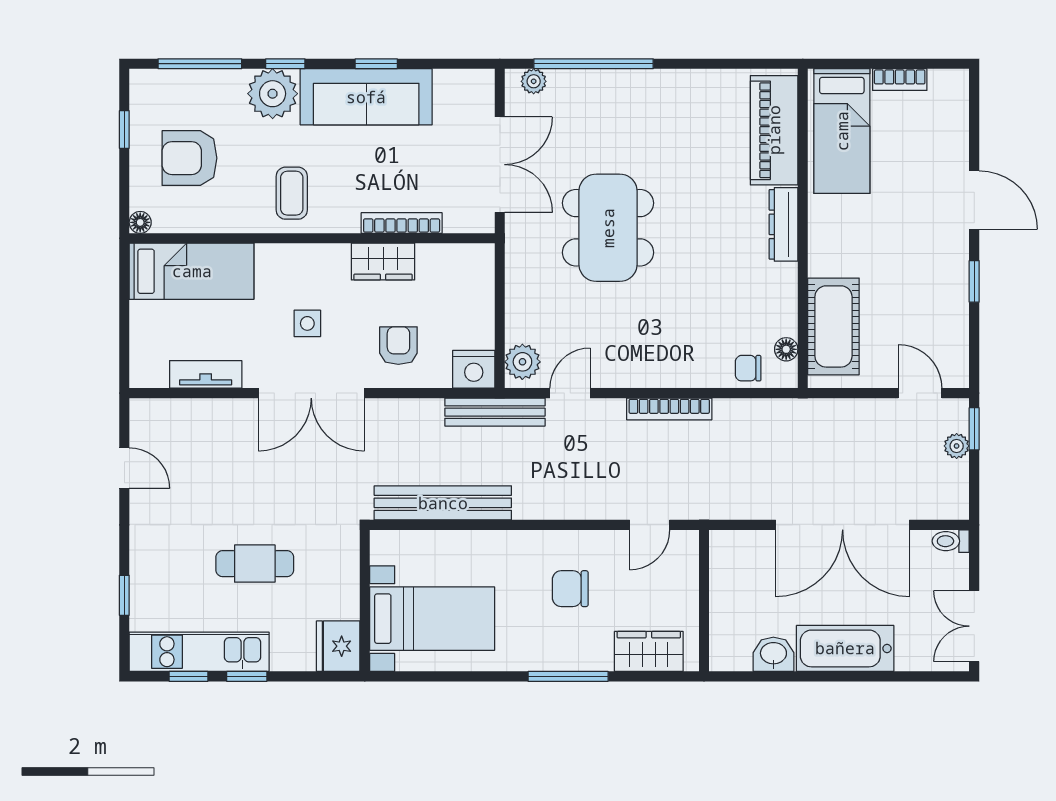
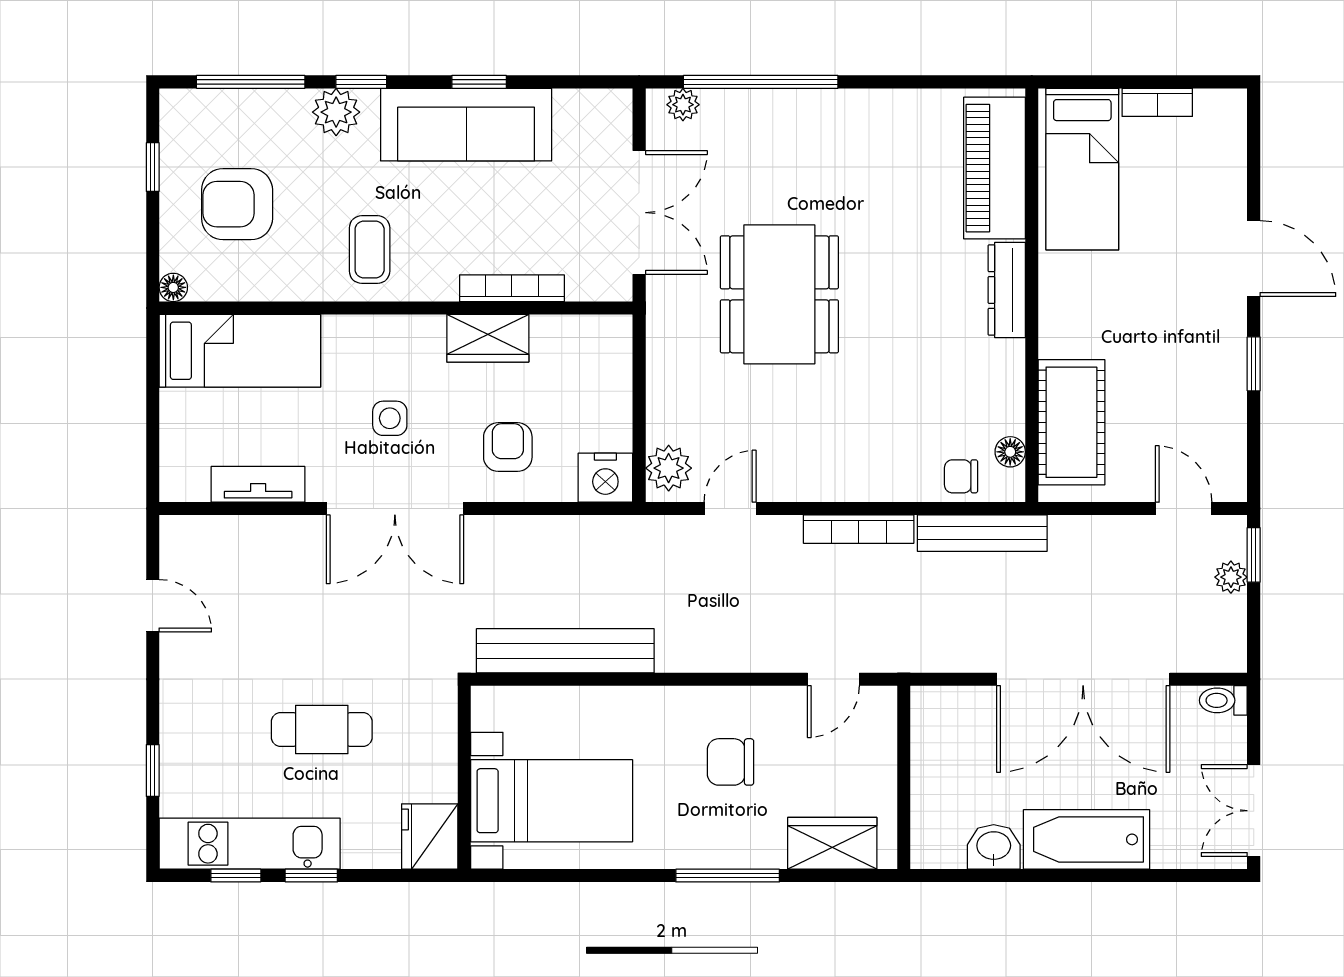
plant: (273, 94) -> (336, 112), width x0.73, depth x0.73
bench: (495, 412) -> (982, 533), moved

